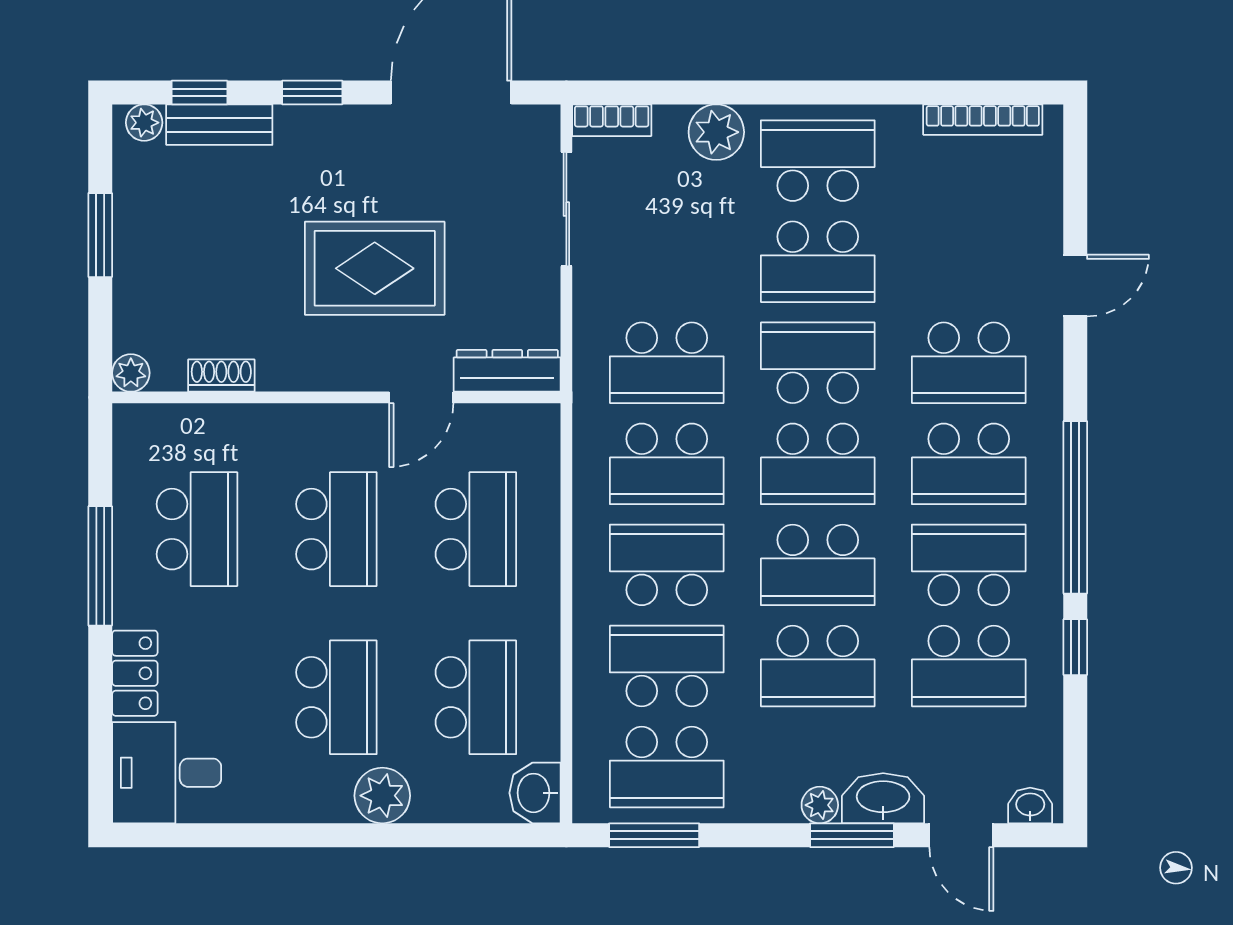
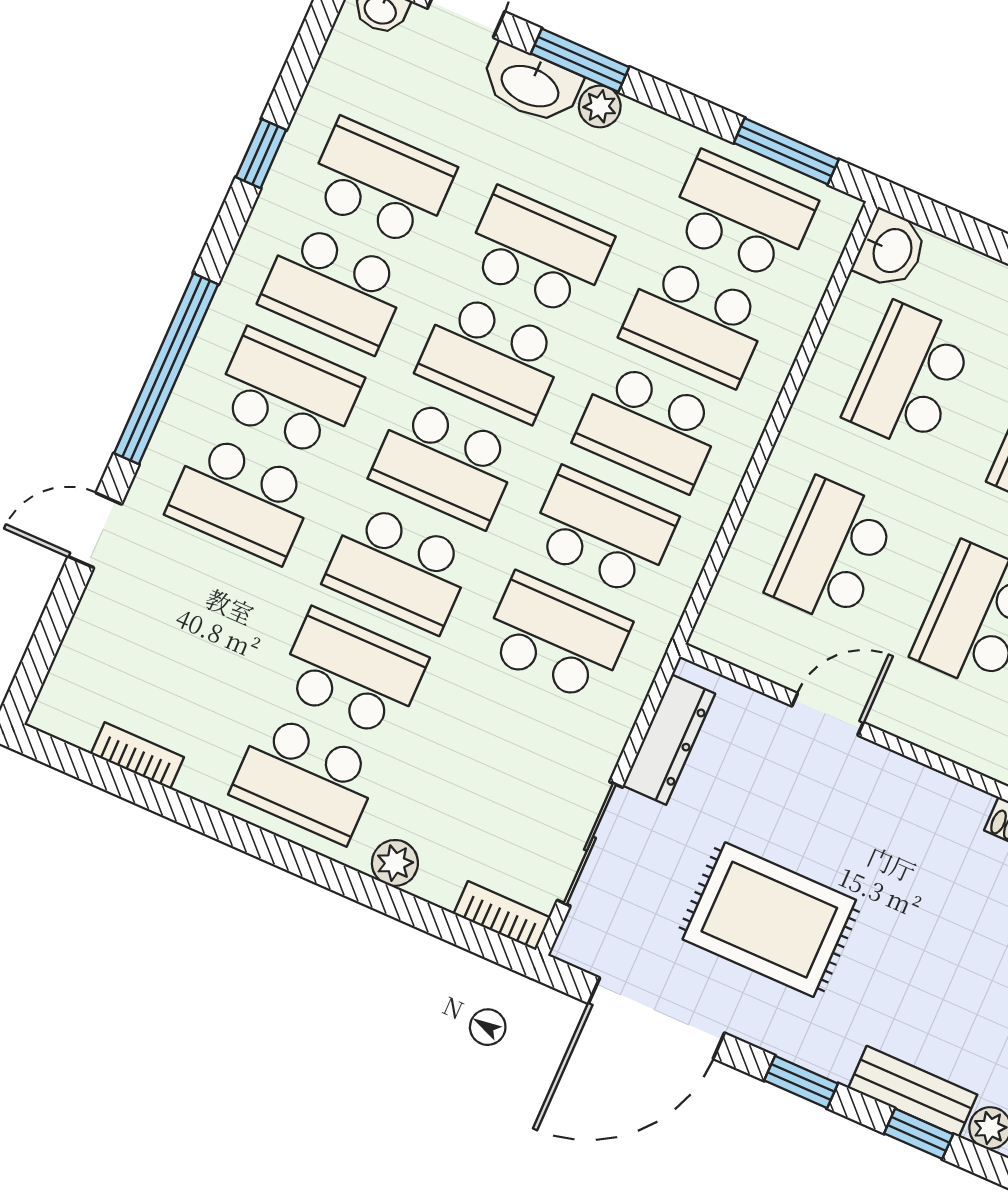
bookcase: (983, 120) -> (137, 756), width x0.64
plant: (716, 132) -> (395, 863), width x0.73, depth x0.73
rug: (375, 268) -> (769, 920), moved
school desk: (969, 363) -> (241, 499), turned 180
dresser: (507, 371) -> (669, 740), moved, turned -90
school desk: (818, 464) -> (445, 463), turned 180
window: (1075, 507) -> (166, 369), moved
school desk: (818, 565) -> (492, 358), turned 180

